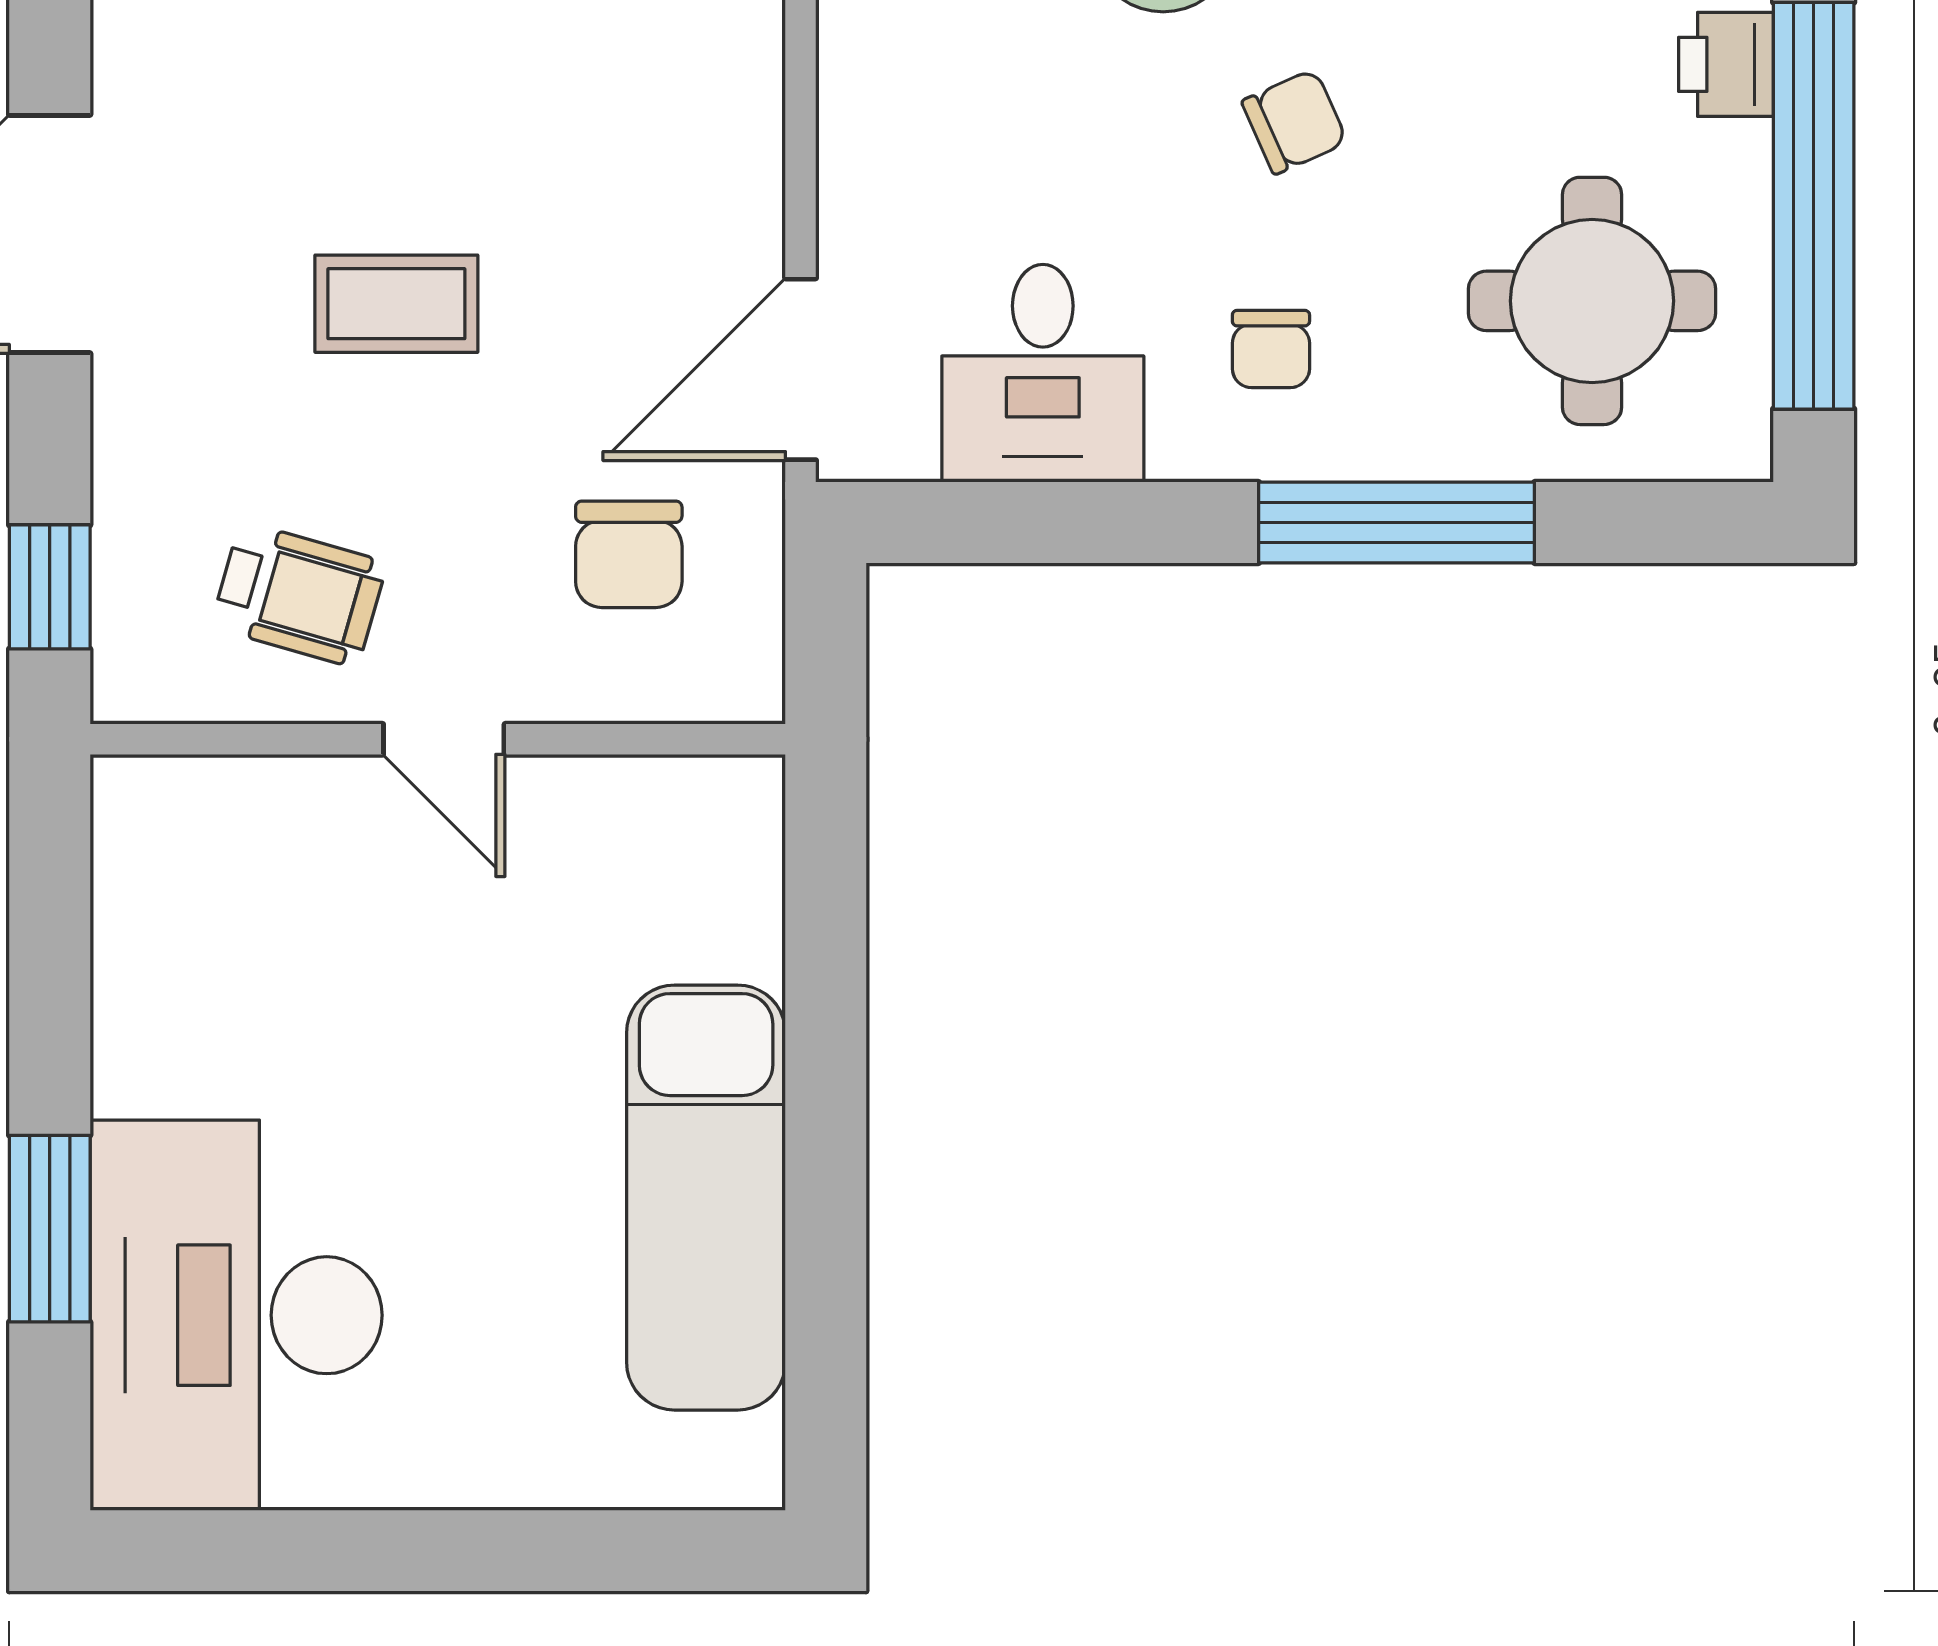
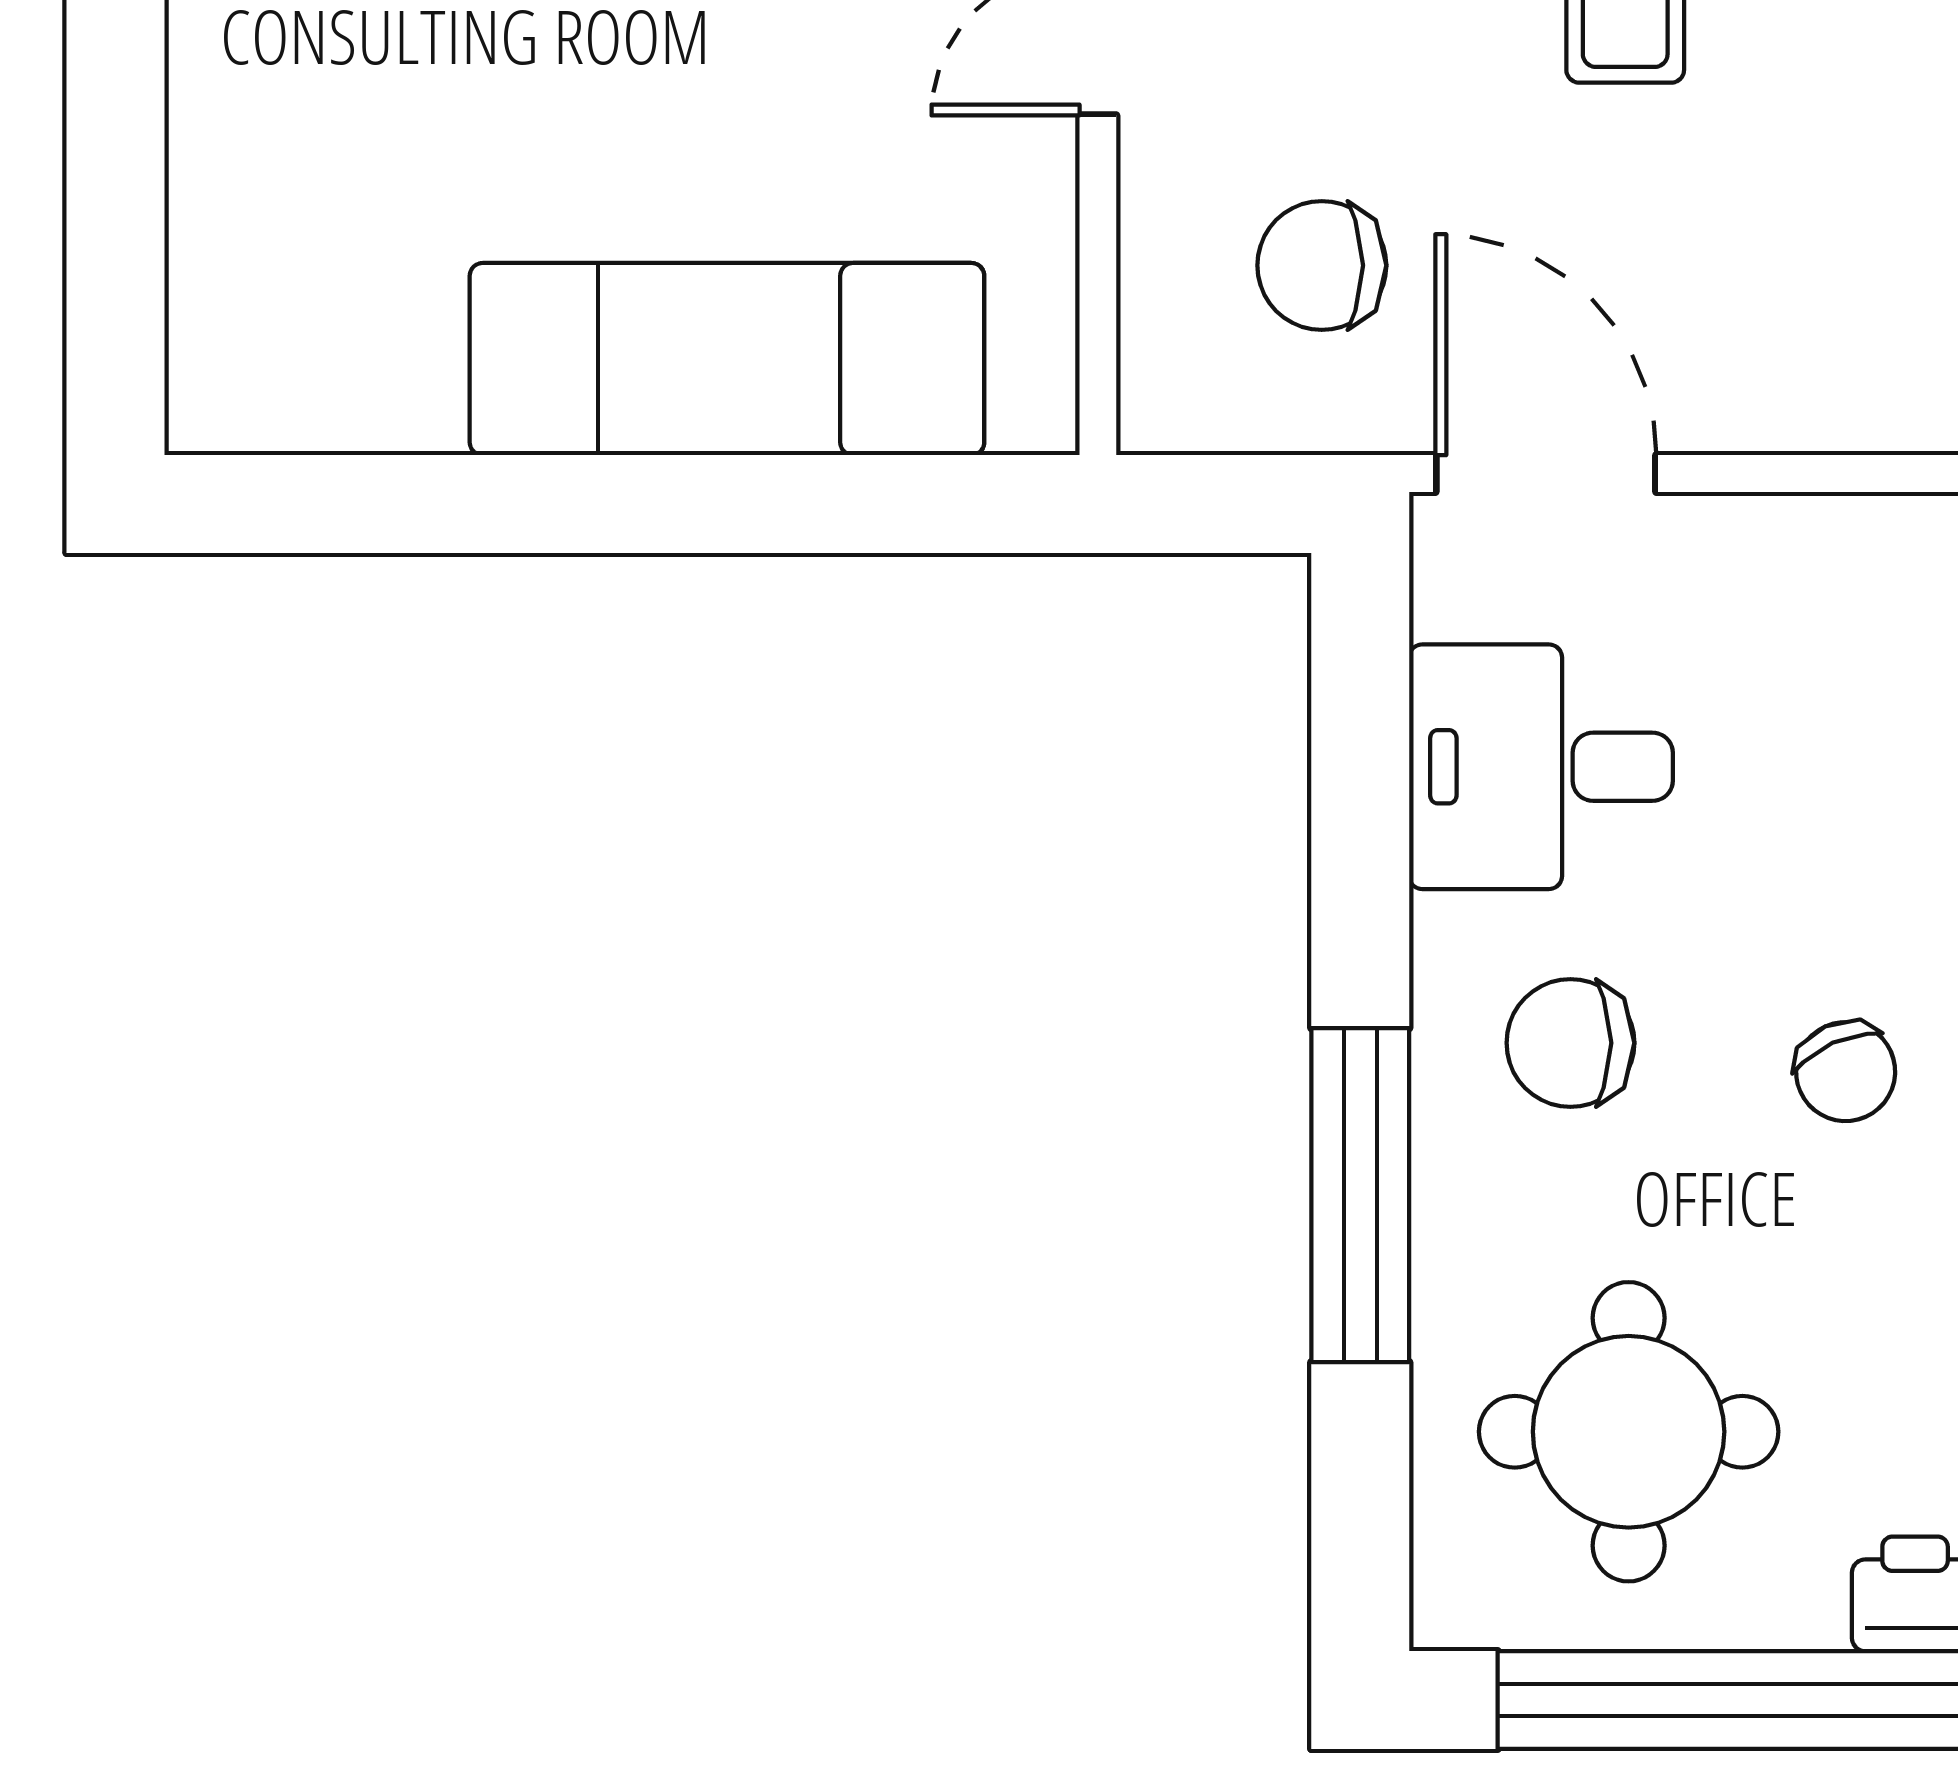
chair: (1271, 349) -> (1570, 1043), width x1.37, depth x1.37
exam couch: (706, 1198) -> (727, 359), moved

